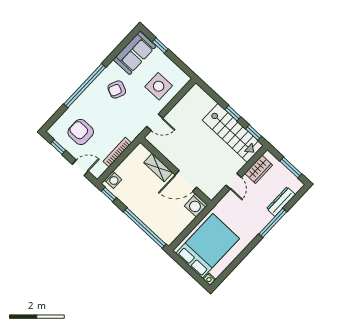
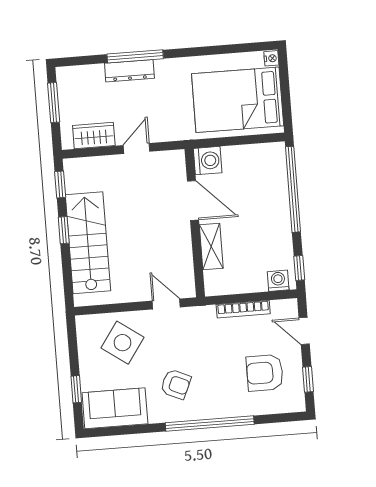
side table: (159, 86) -> (122, 343), turned 35
armchair: (81, 132) -> (265, 373), turned 90
stairs: (233, 133) -> (88, 243), moved
dresser: (281, 202) -> (129, 71), moved

